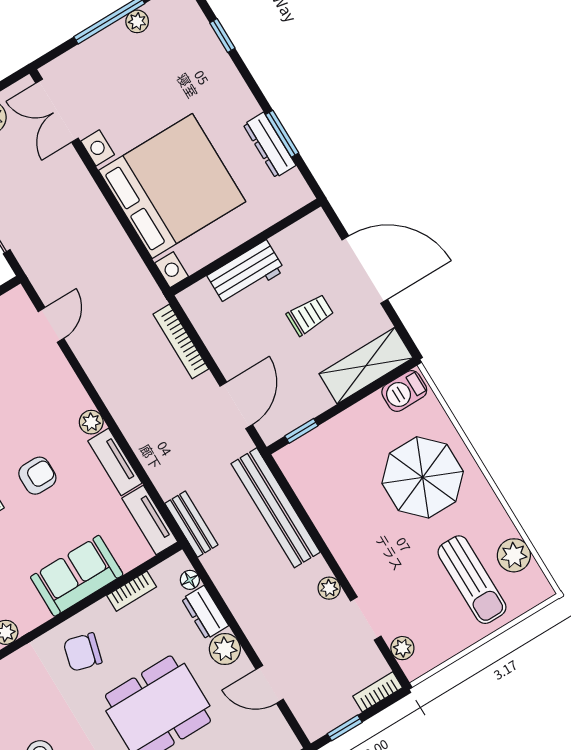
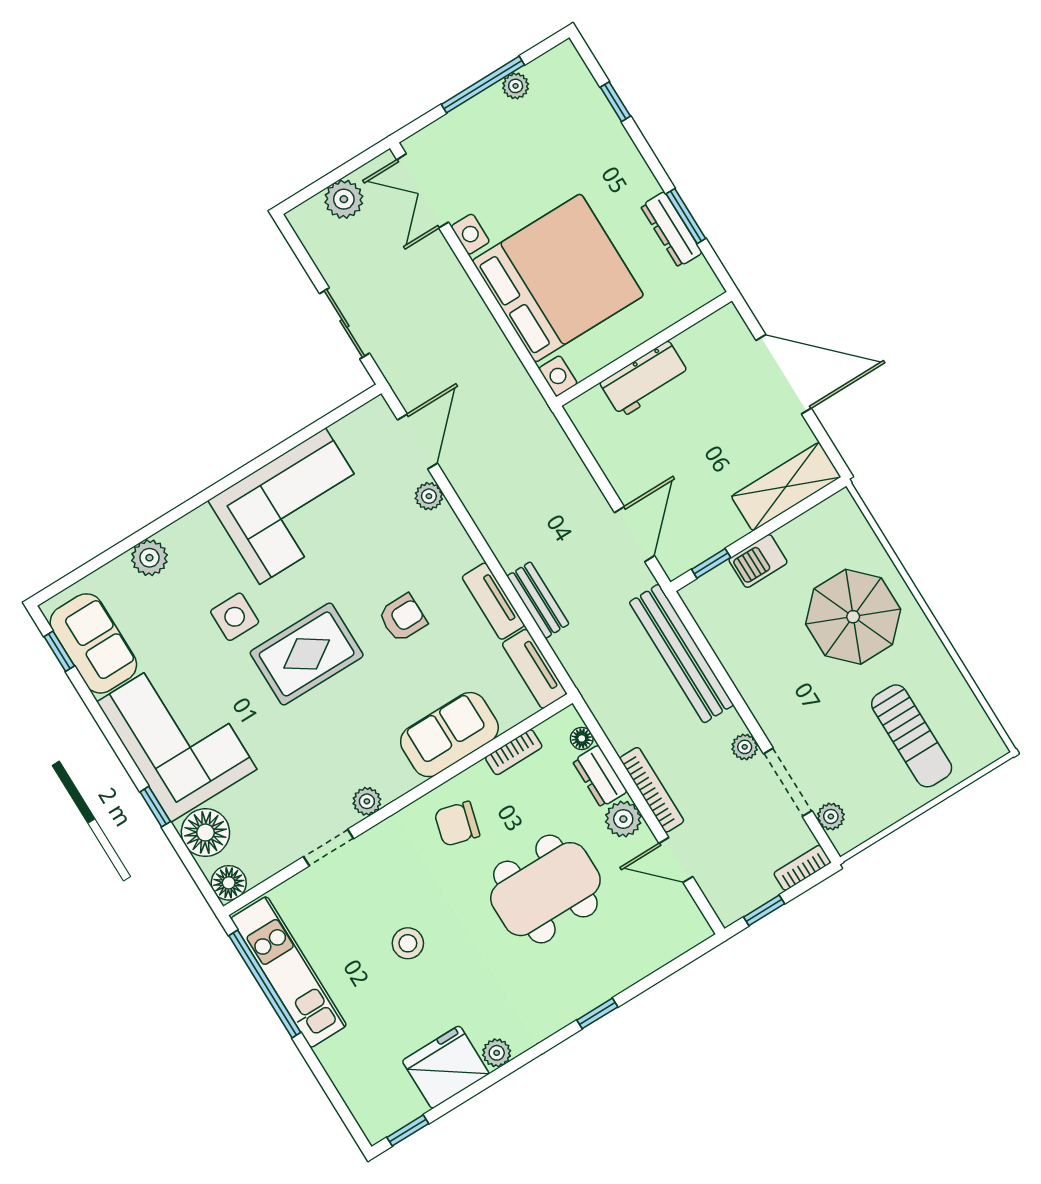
trolley: (310, 315) -> (720, 428), removed
door: (51, 325) -> (417, 442), width x1.38
bookcase: (181, 341) -> (652, 790), moved, turned 180
barbecue: (404, 391) -> (758, 561), moved
plant: (91, 422) -> (429, 496), moved
bench: (191, 524) -> (538, 600), moved
plant: (514, 555) -> (960, 707), removed
doorway: (366, 618) -> (788, 782), width x1.38

